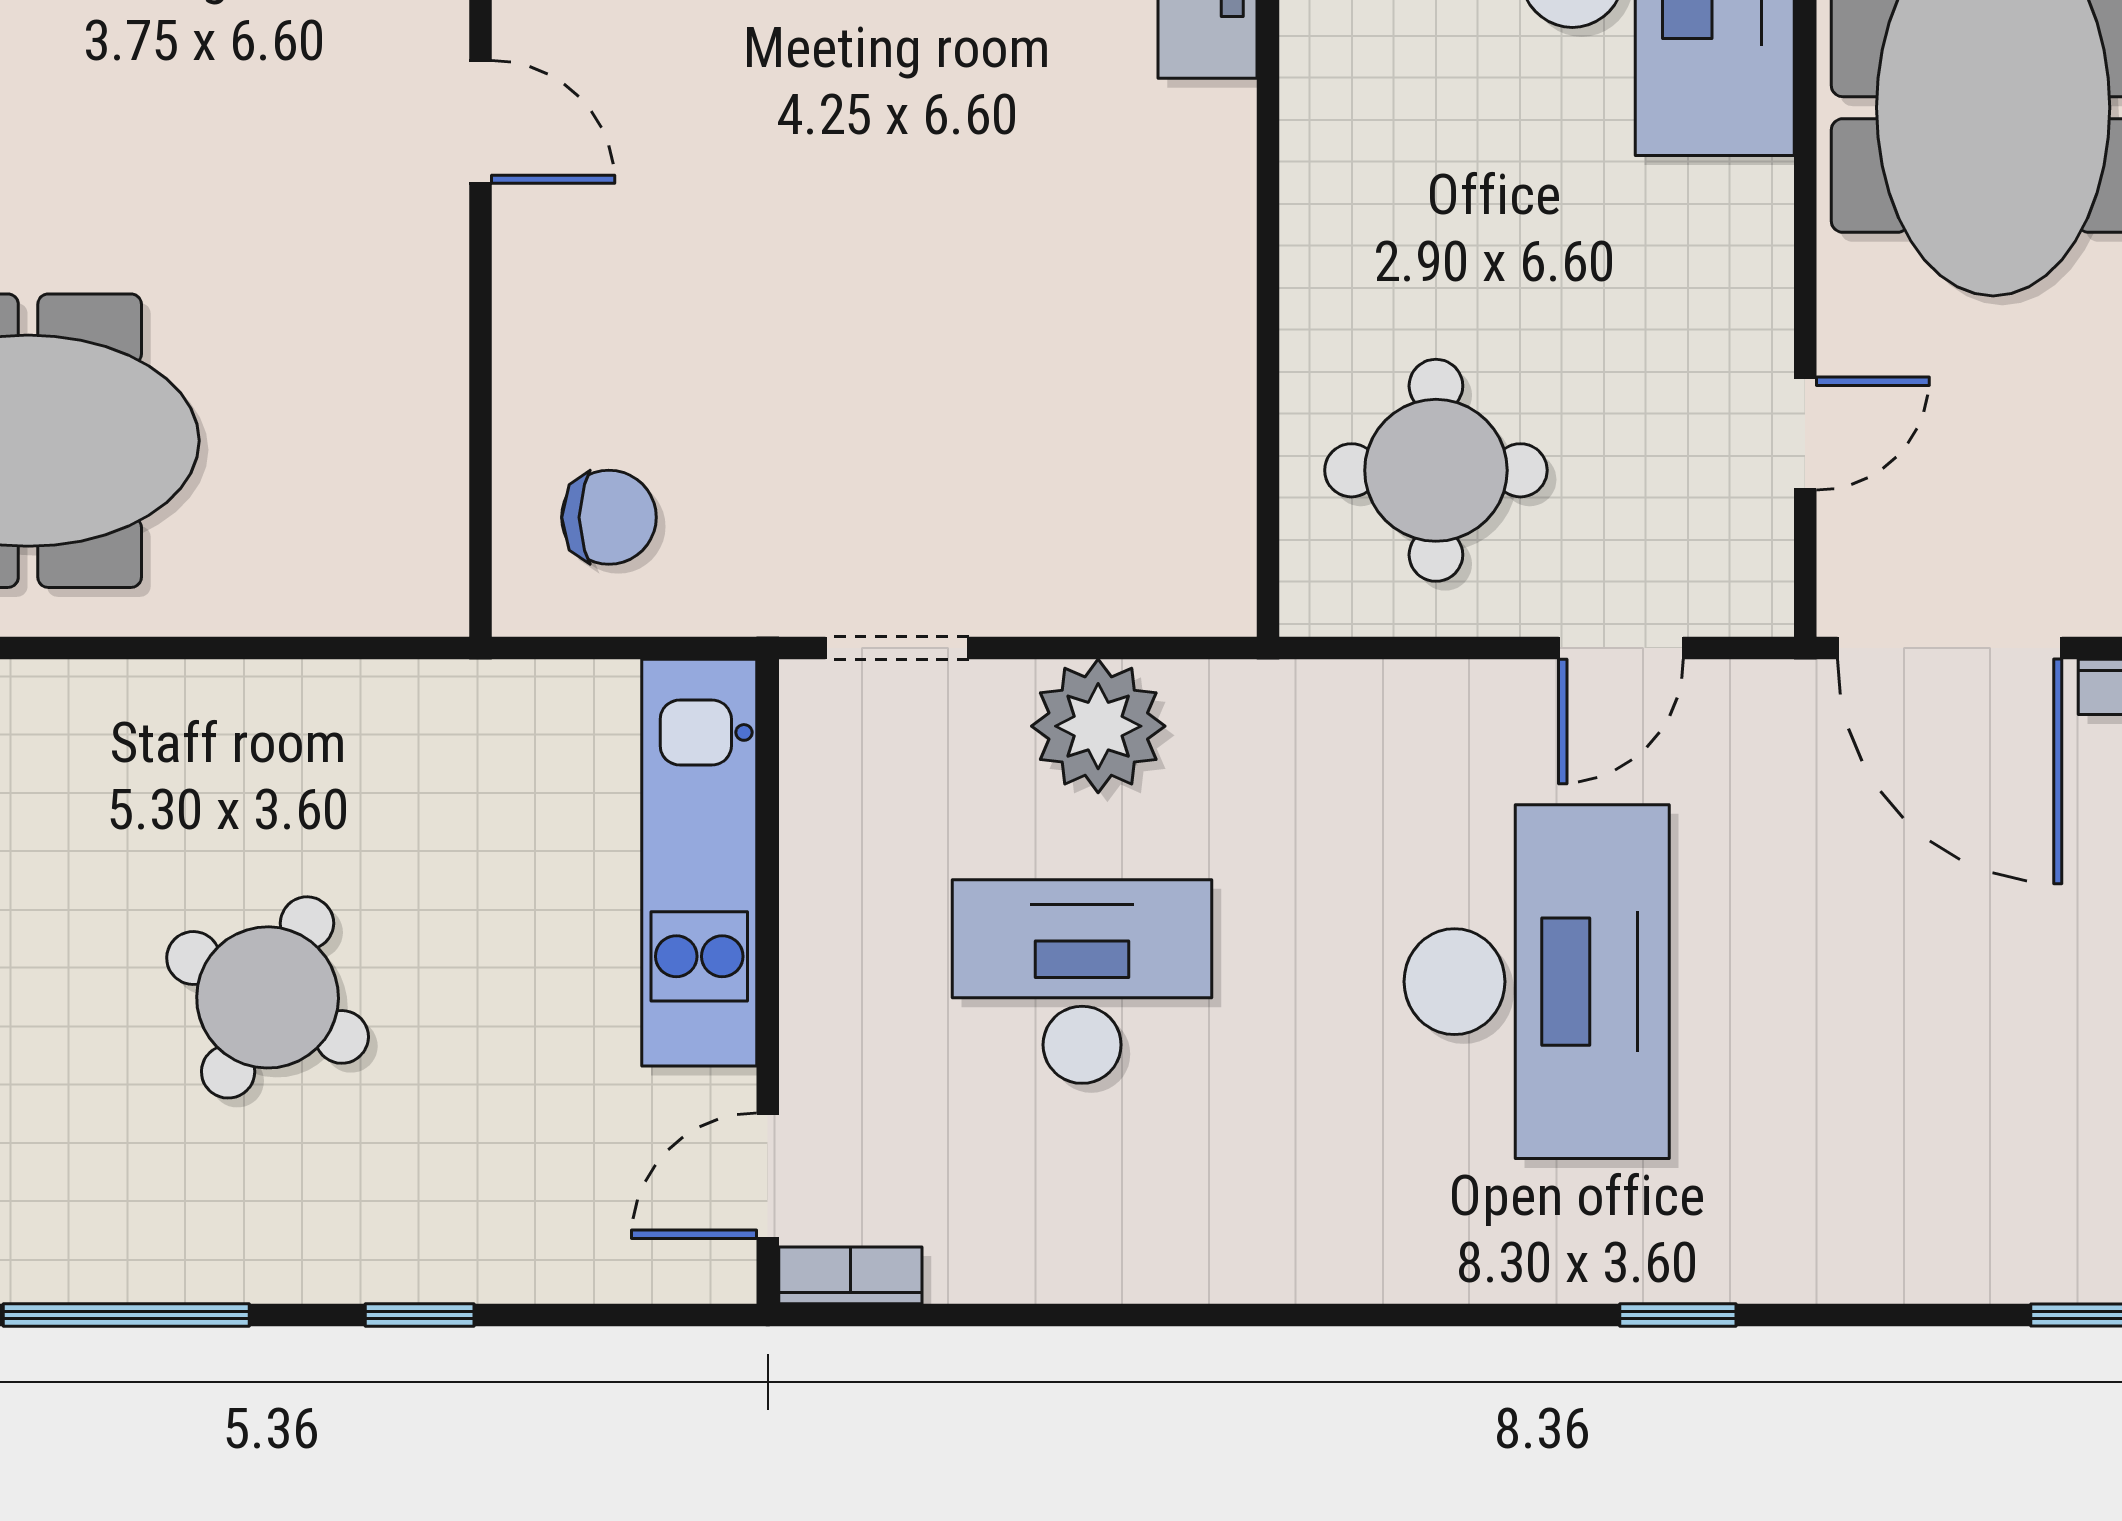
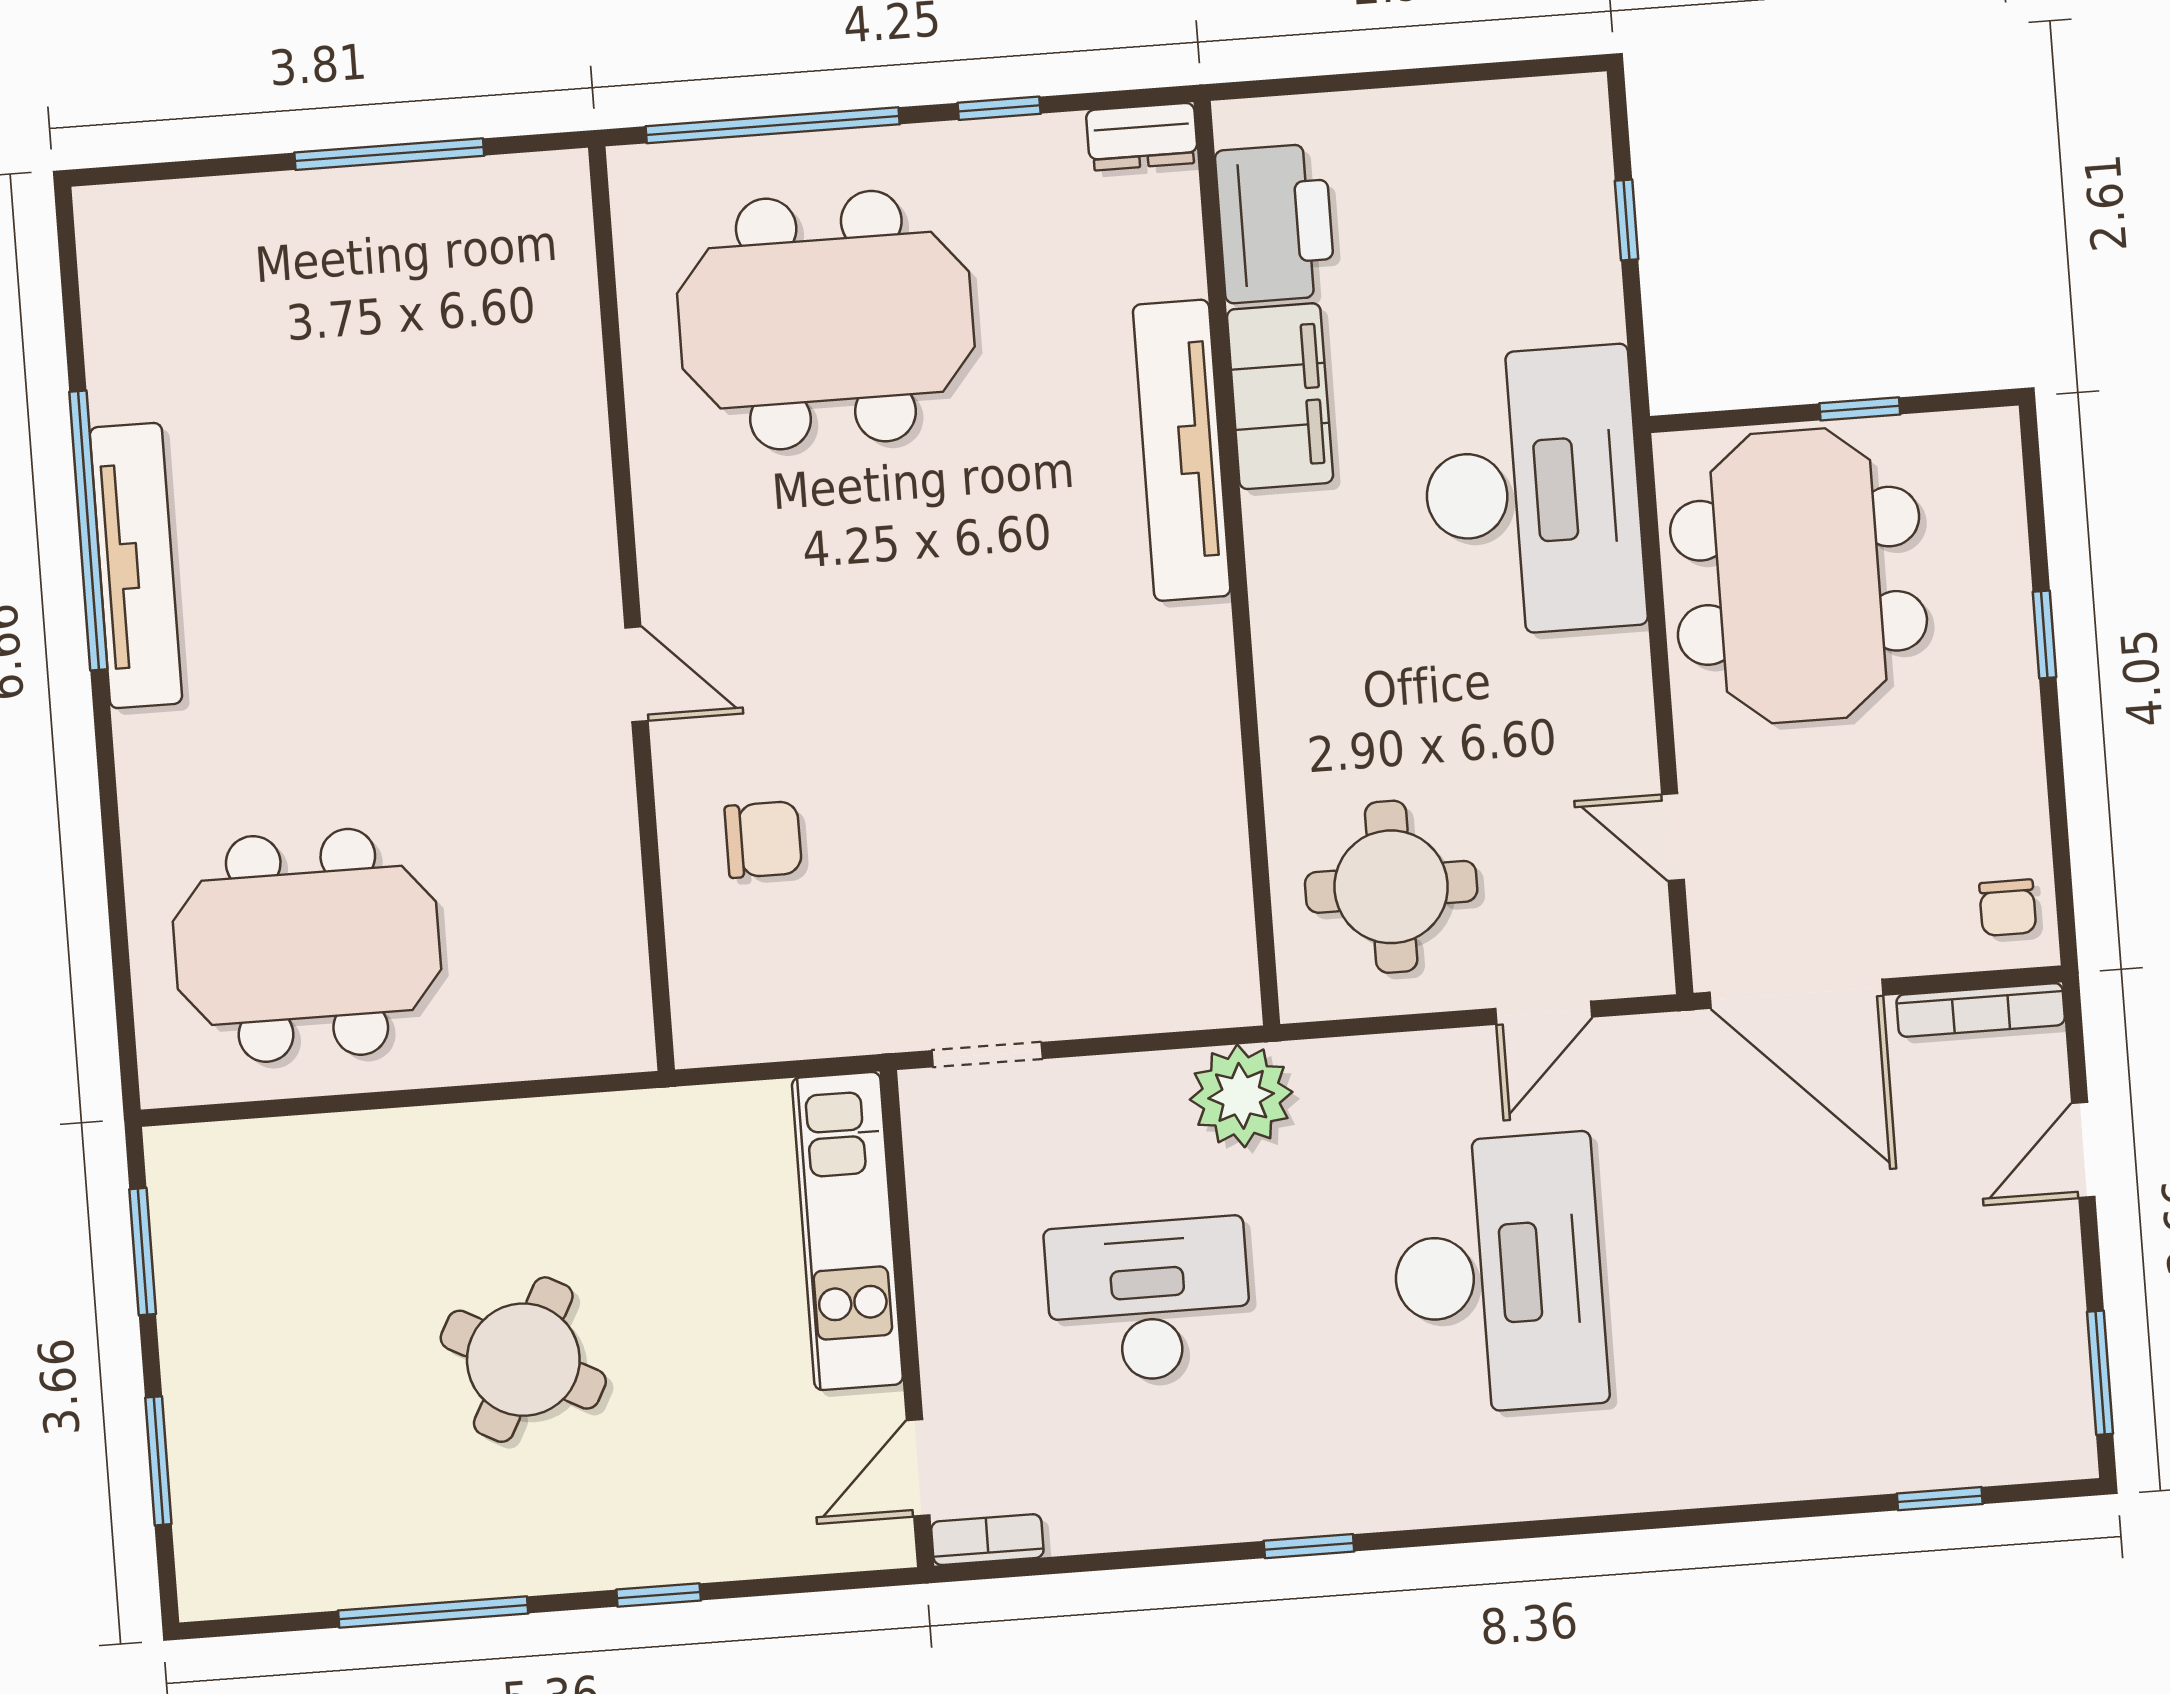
door: (1805, 434) -> (1673, 837), swing flipped
chair: (609, 517) -> (763, 840), moved
plant: (1098, 726) -> (1241, 1096), moved
window: (1678, 1315) -> (1309, 1546), moved

